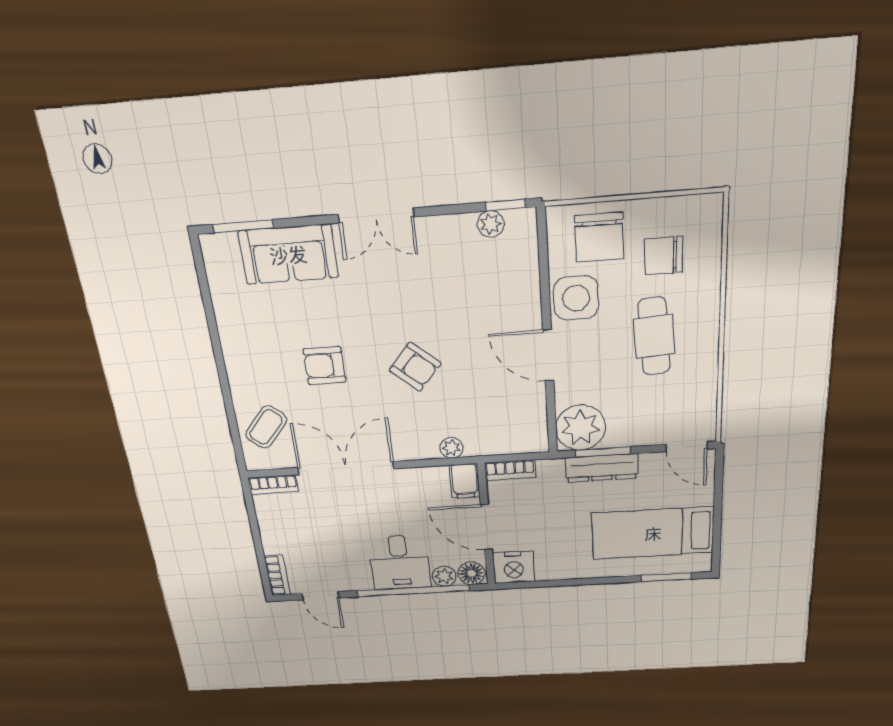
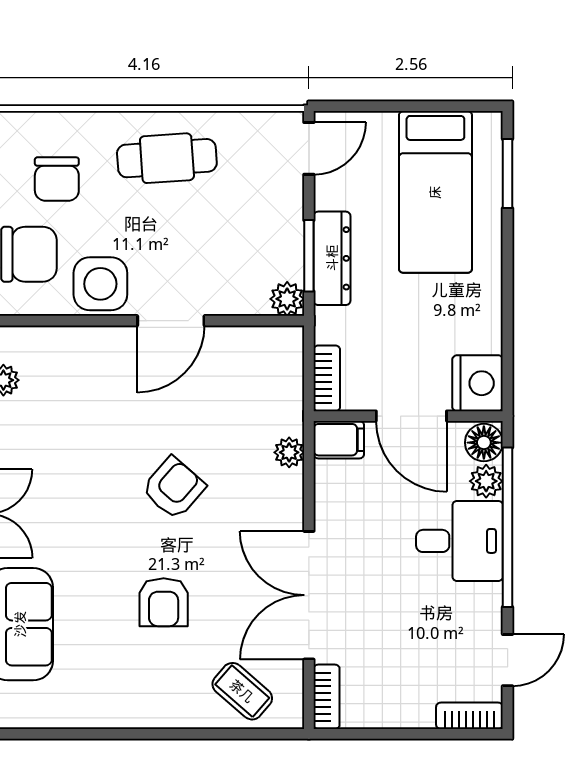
cafe table: (654, 336) -> (167, 158), moved
plant: (581, 428) -> (287, 299), width x0.53, depth x0.53
door: (486, 527) -> (411, 416), hinge flipped

